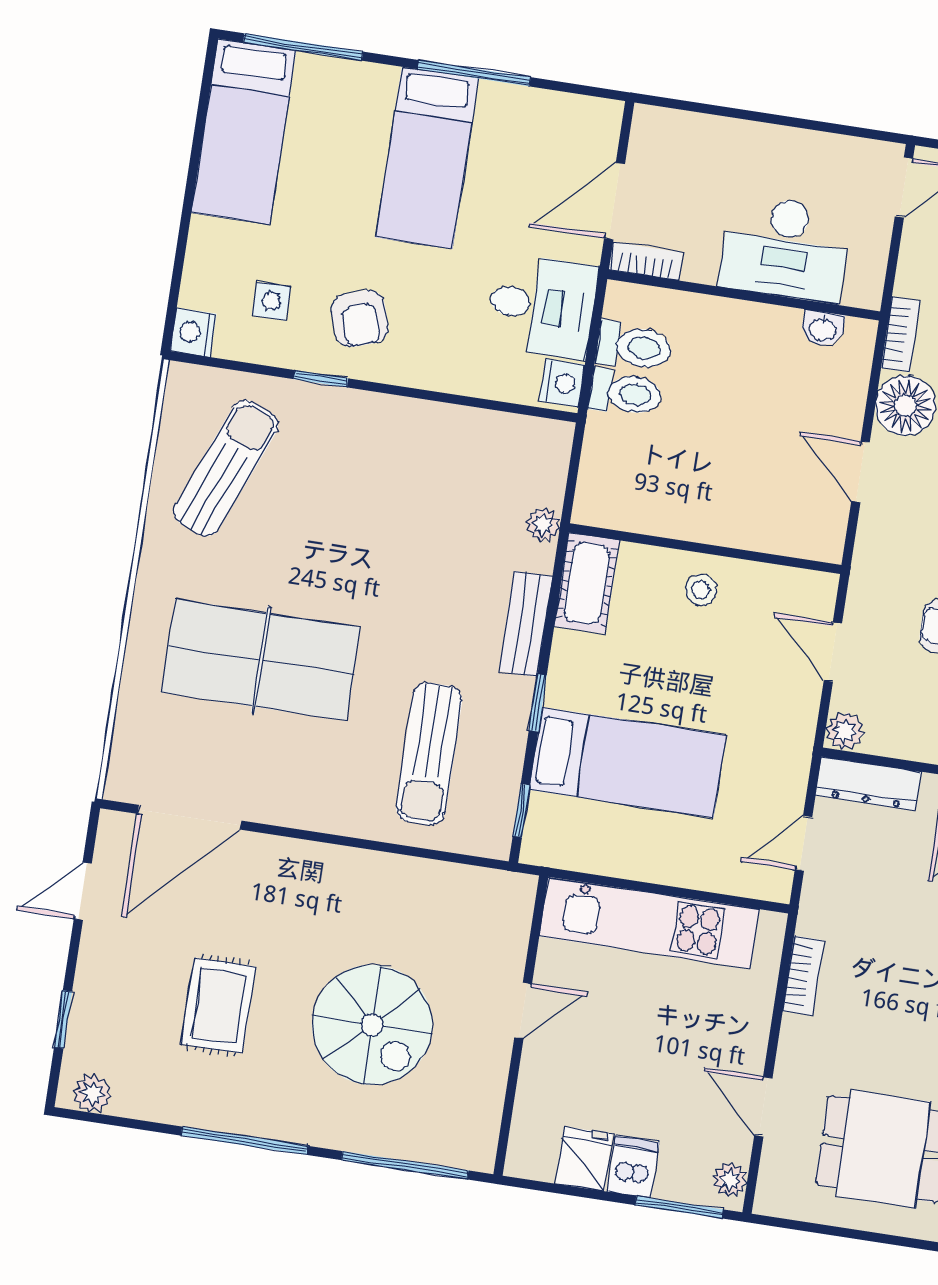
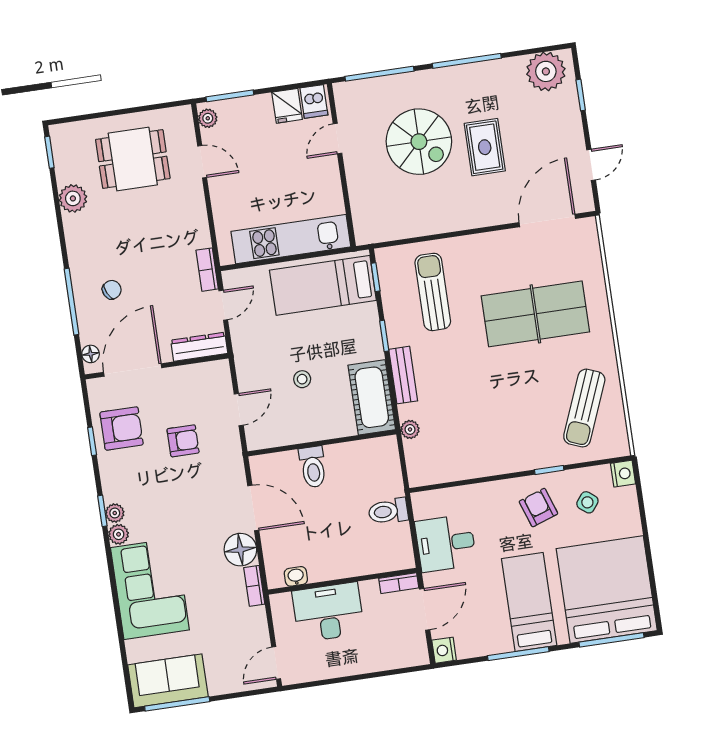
bed: (244, 132) -> (607, 590), width x2.04
side table: (271, 301) -> (587, 502), turned 38
toilet: (634, 346) -> (313, 467), moved, turned -90
nightstand: (562, 383) -> (444, 650), moved
door: (860, 472) -> (253, 508), width x1.38
cot: (587, 583) -> (372, 397), width x1.37, depth x1.34
stool: (701, 590) -> (302, 379), moved
door: (833, 652) -> (239, 410), hinge flipped
plant: (845, 731) -> (220, 370), removed
bed: (628, 762) -> (323, 285), moved
bookcase: (803, 976) -> (207, 270), moved
rug: (218, 1005) -> (485, 147), moved
door: (523, 1011) -> (337, 139), moved
spiral stairs: (372, 1025) -> (419, 142), turned 180
plant: (93, 1093) -> (546, 71), width x1.88, depth x1.88
dishwasher: (633, 1167) -> (314, 101), moved

